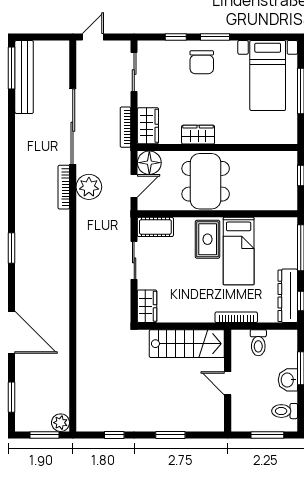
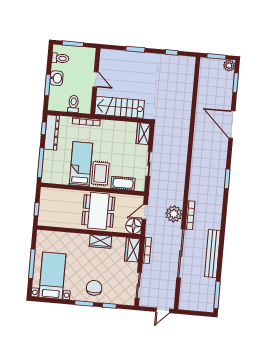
bench: (24, 77) -> (212, 254), moved
cot: (155, 227) -> (123, 183), moved
plant: (61, 423) -> (229, 65), moved

